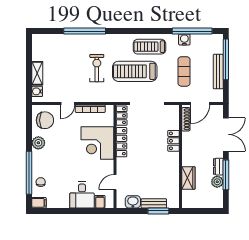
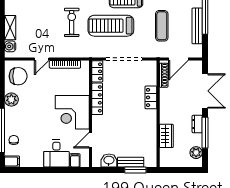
corner desk: (97, 143) -> (72, 112), moved
plant: (217, 182) -> (196, 153), moved

